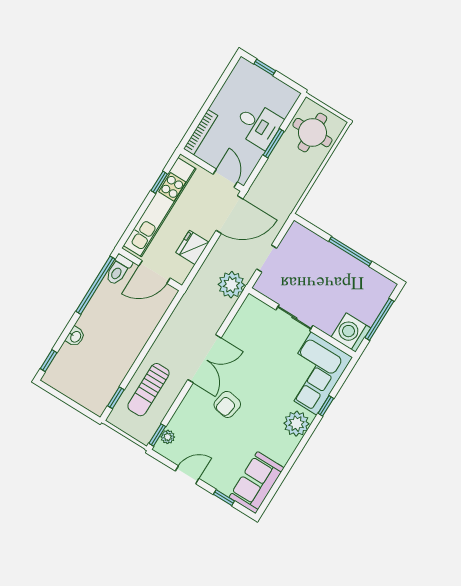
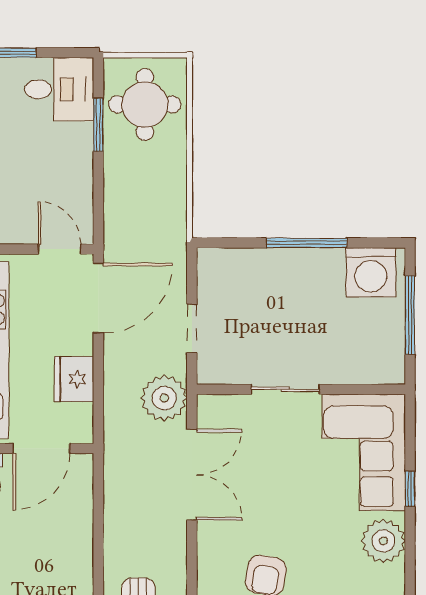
desk: (258, 125) -> (59, 89), moved
window: (274, 143) -> (98, 125), moved
washing machine: (351, 333) -> (371, 272), moved, turned -90
double door: (205, 359) -> (192, 475), moved

